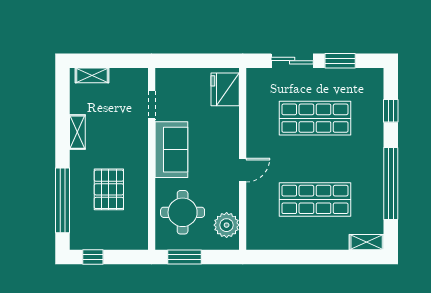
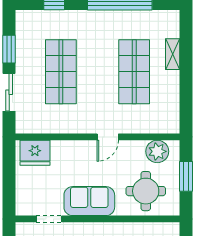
door: (243, 170) -> (108, 137), swing flipped
shelving: (367, 242) -> (173, 54), moved
window: (184, 257) -> (186, 176), moved

